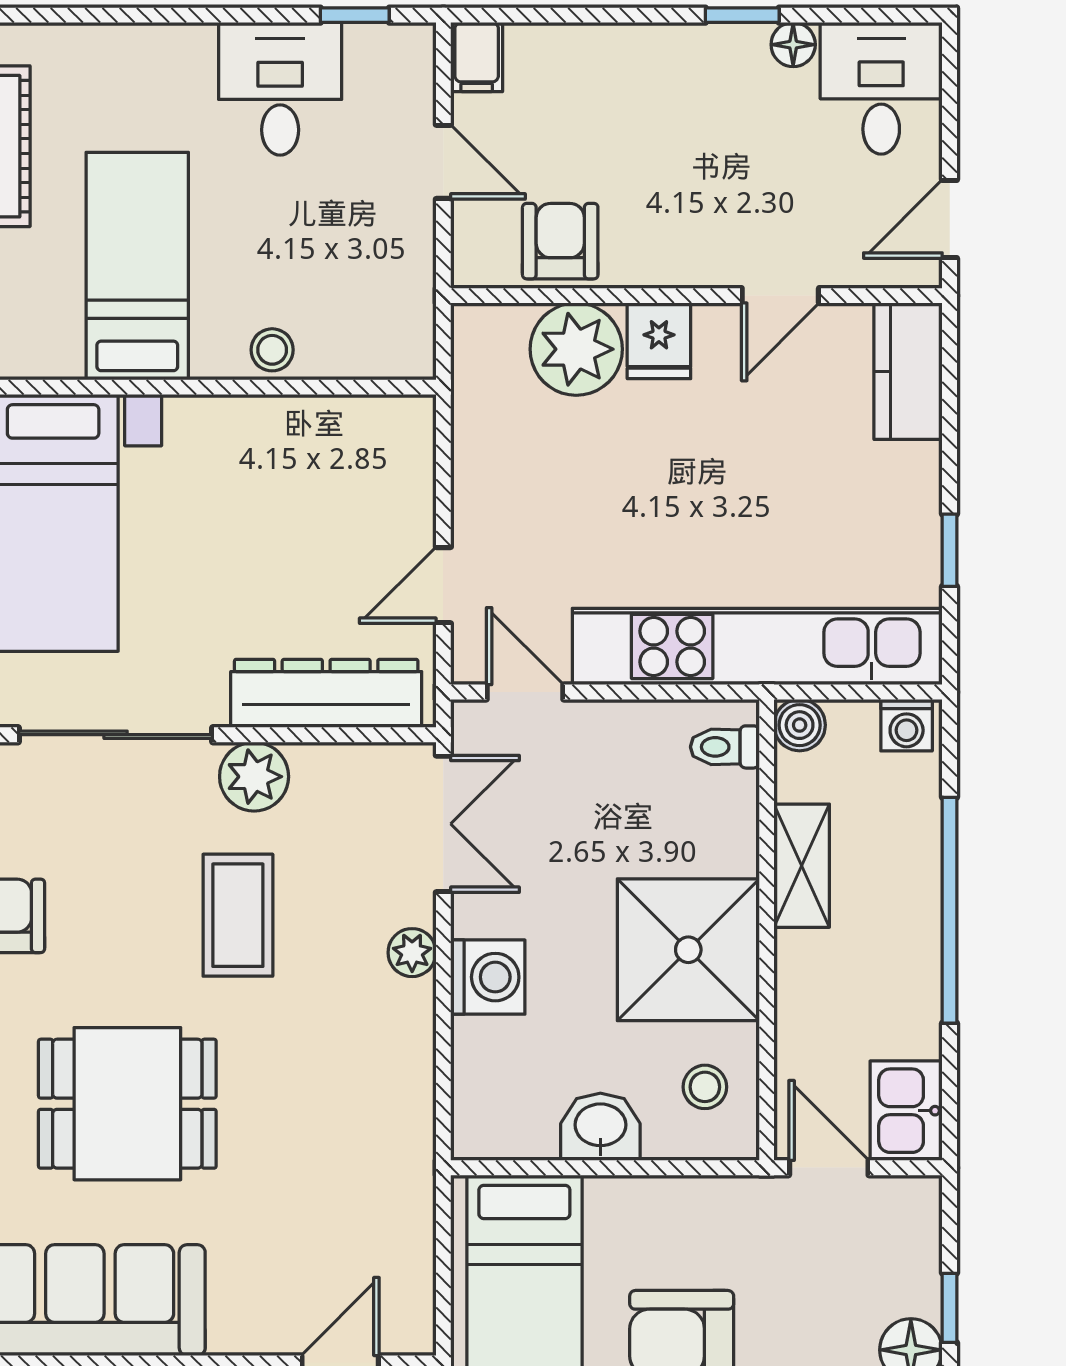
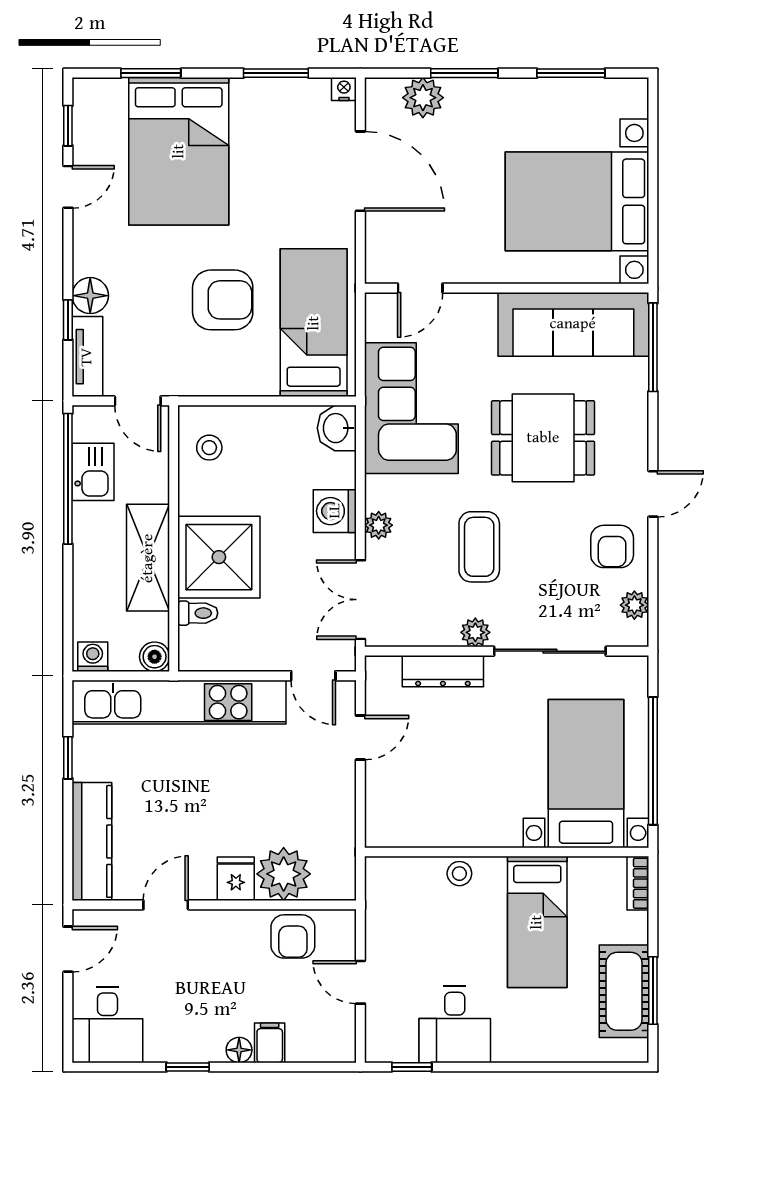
floor lamp: (793, 45) -> (239, 1050), moved
filing cabinet: (477, 57) -> (270, 1043), moved
kitchen counter: (908, 371) -> (92, 841), width x1.50
dresser: (326, 693) -> (443, 671), width x0.73, depth x0.80
toilet: (725, 747) -> (198, 613), moved
plant: (254, 777) -> (475, 632), width x0.73, depth x0.73
shelving: (802, 866) -> (148, 558), width x1.50, depth x1.33
window: (950, 910) -> (68, 479), moved
shower: (688, 950) -> (219, 557), moved
kitchen sink: (906, 1111) -> (93, 472), moved
washbasin: (600, 1127) -> (337, 428), moved, turned 90
corner sofa: (355, 1155) -> (411, 408), added
tv unit: (916, 1244) -> (87, 357), added

